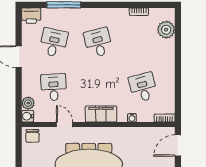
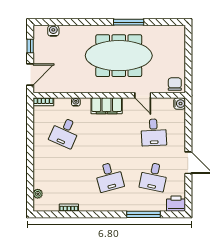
plant: (166, 30) -> (38, 194), width x0.53, depth x0.53
desk: (143, 87) -> (65, 132), turned 39
plant: (28, 103) -> (179, 117), removed

